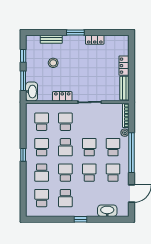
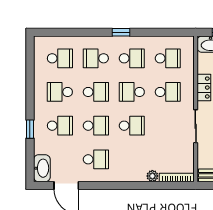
school desk: (113, 147) -> (60, 126), moved
window: (131, 153) -> (124, 185), removed
washbasin: (107, 211) -> (42, 168), moved
window: (81, 219) -> (30, 129), moved

